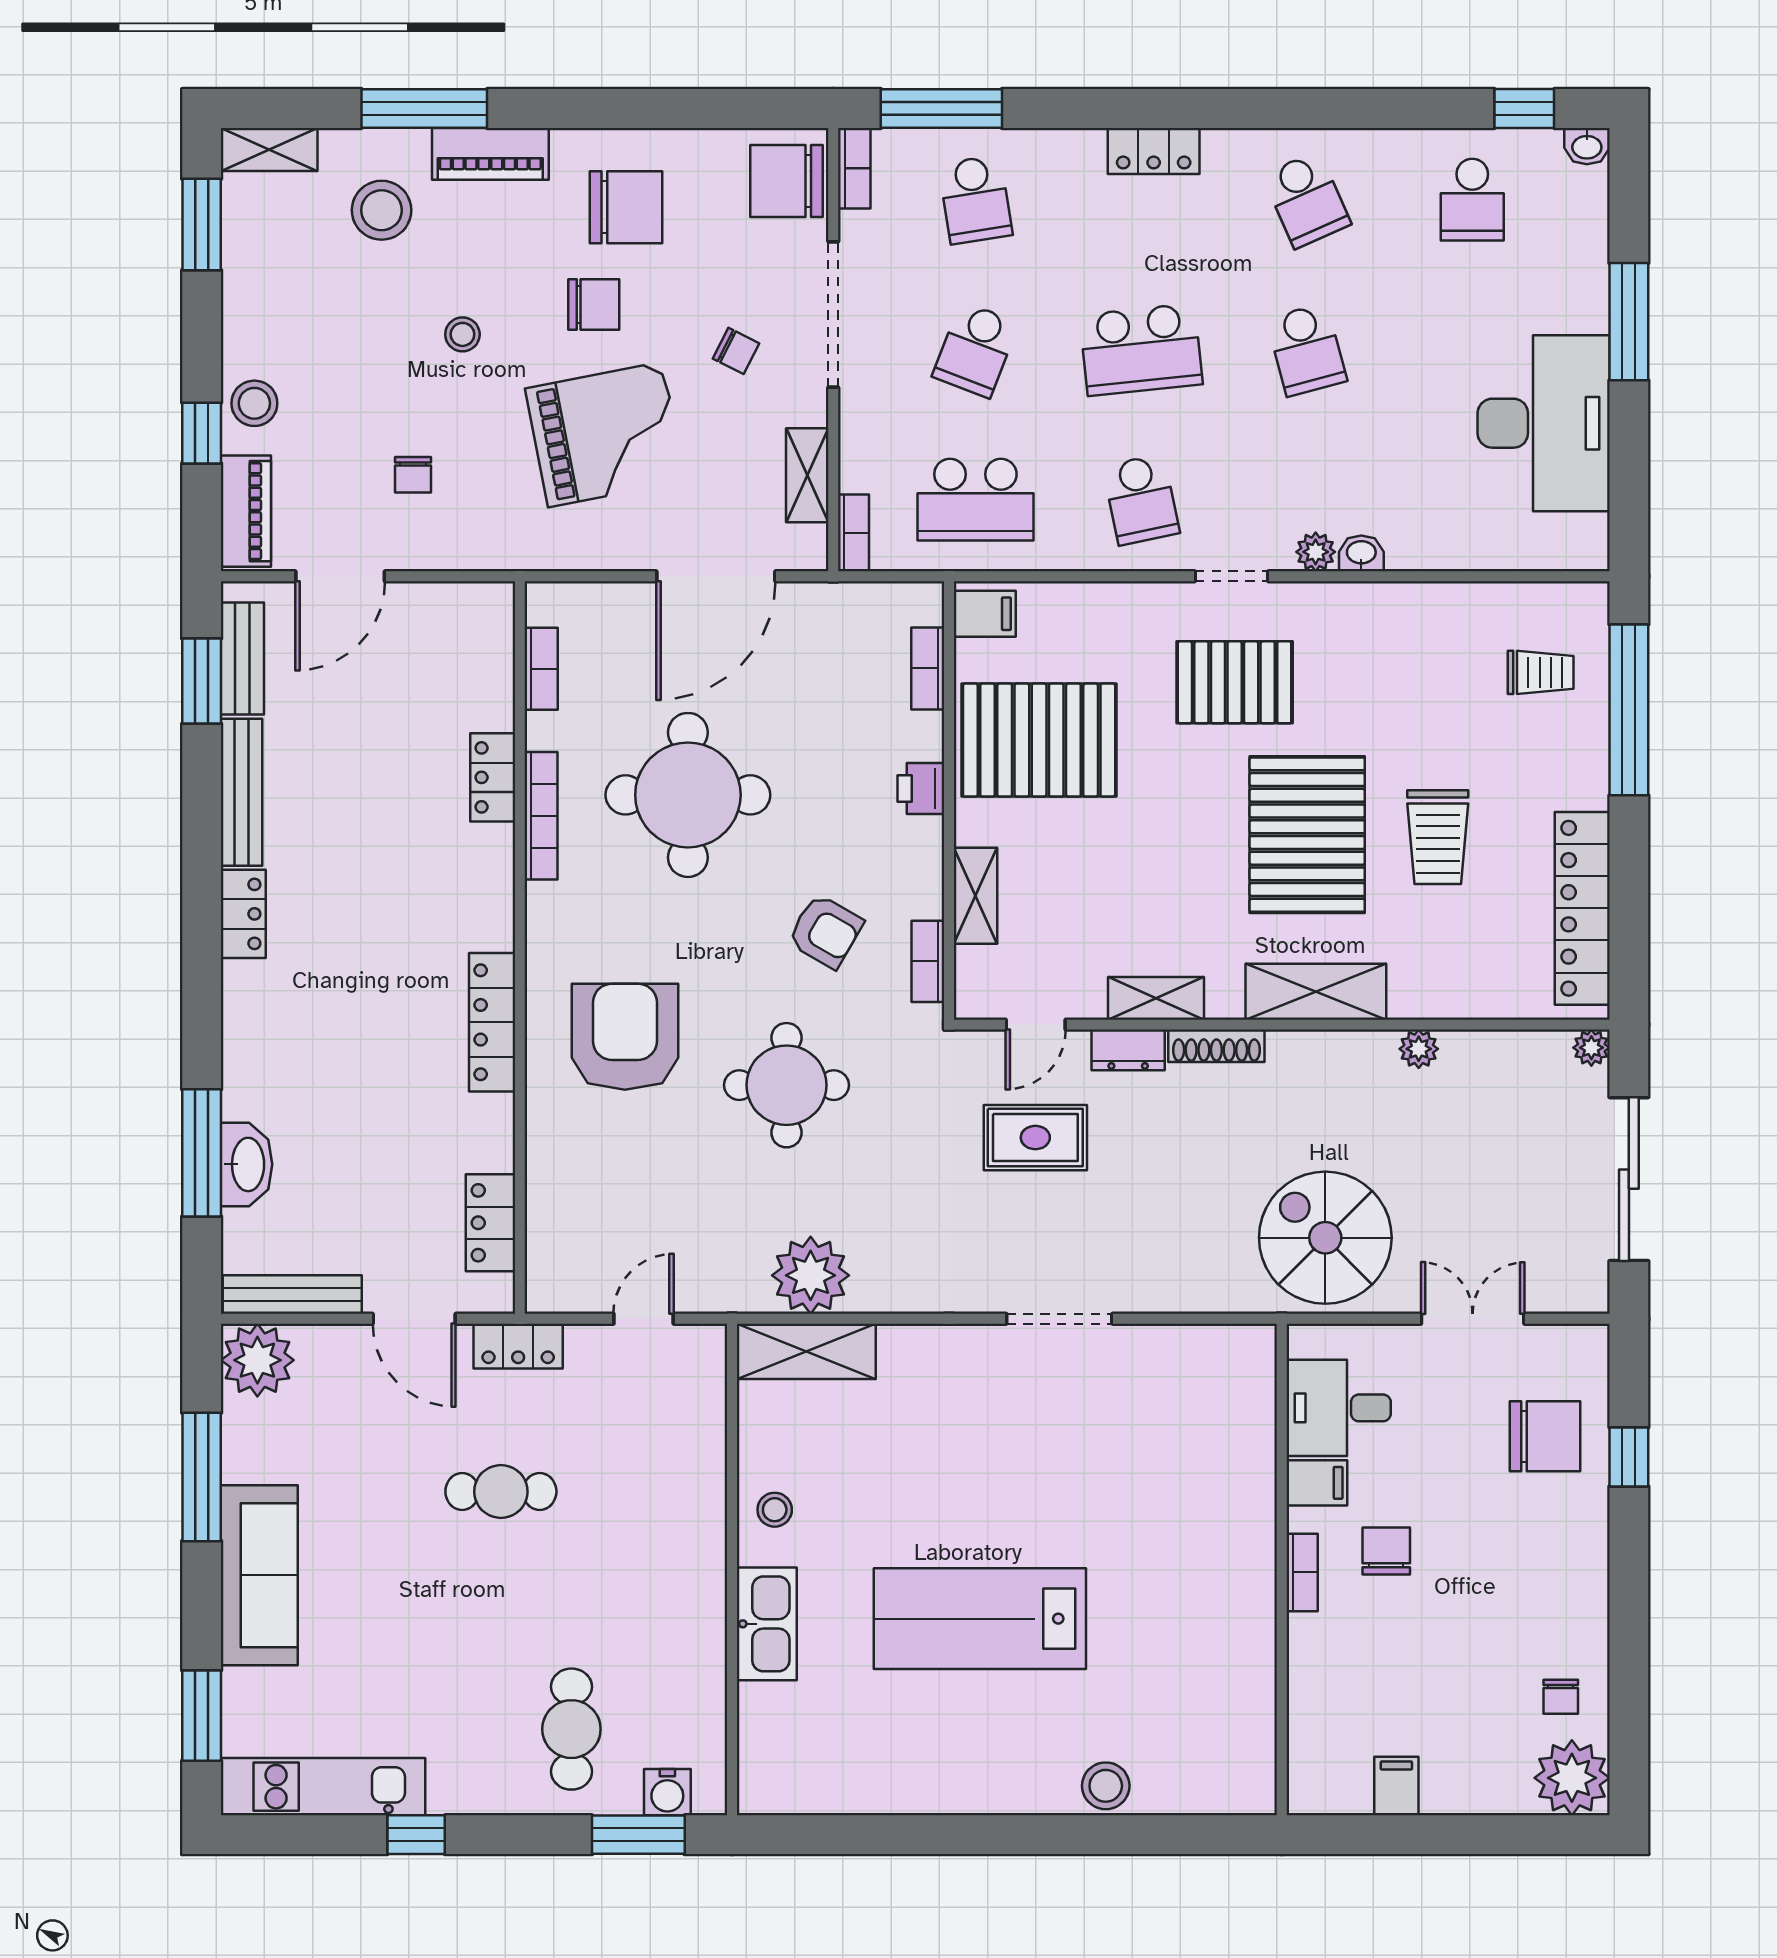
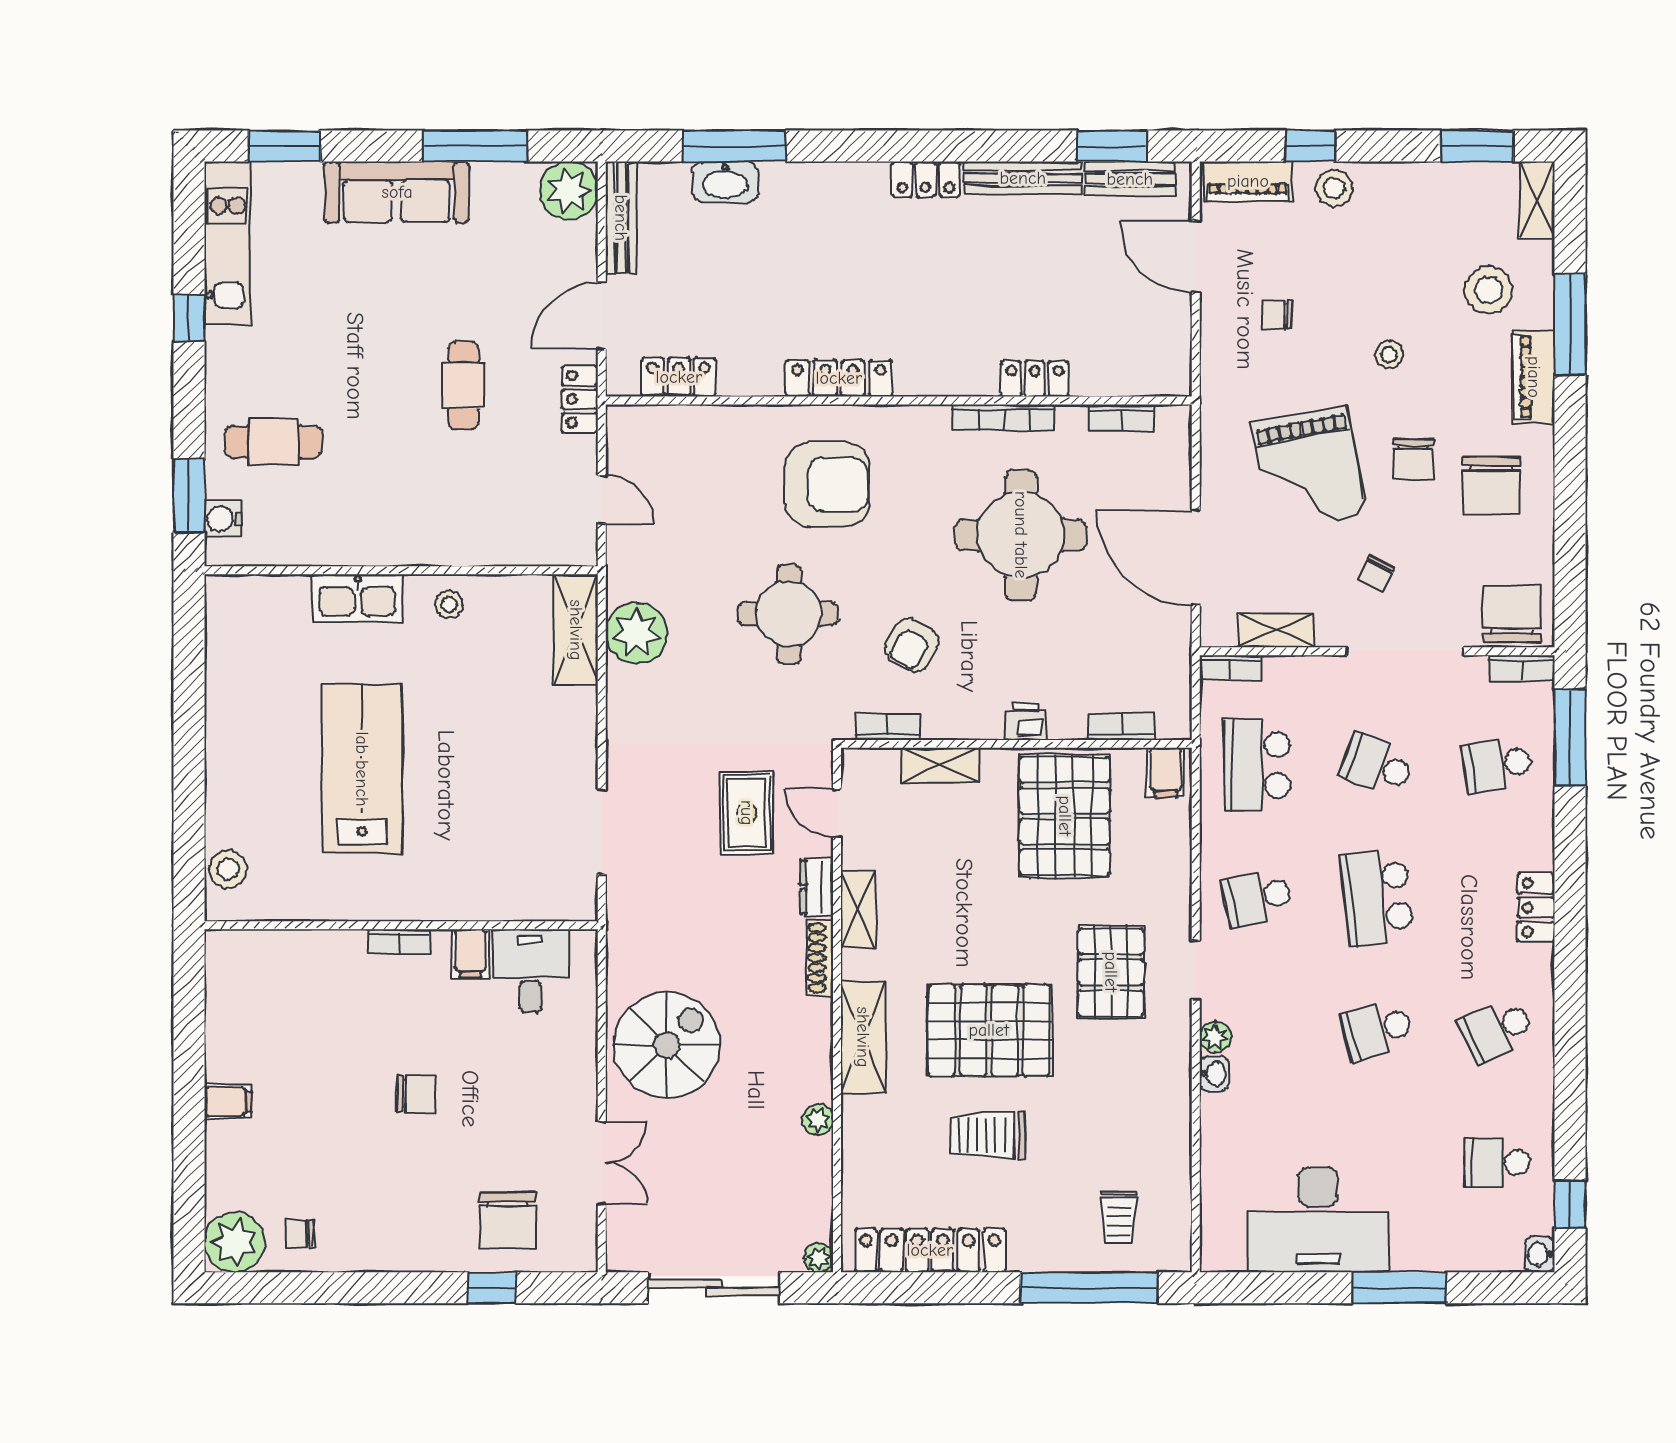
desk: (1339, 1408) -> (530, 971), moved
filing cabinet: (1317, 1483) -> (470, 953), moved
wall: (1282, 1570) -> (401, 925), moved
bookcase: (1302, 1572) -> (399, 941), moved

